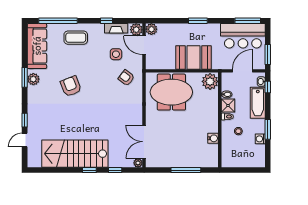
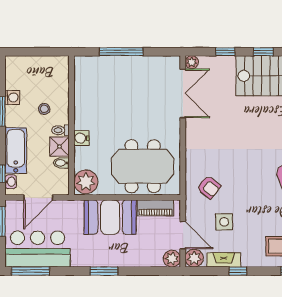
piano: (163, 64) -> (155, 208), added
water cooler: (213, 138) -> (81, 138), moved

